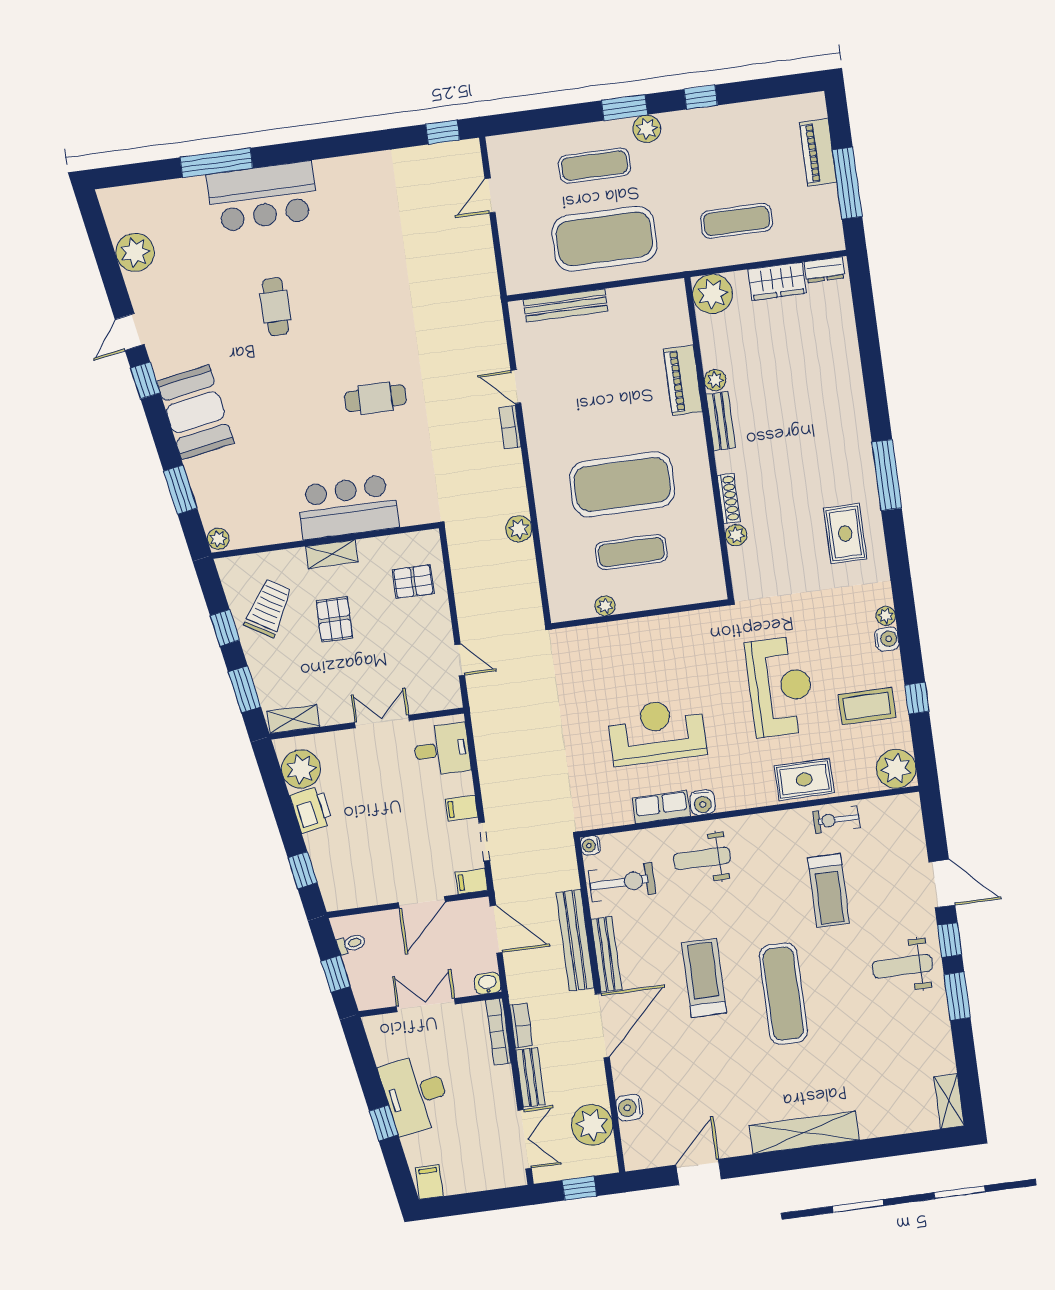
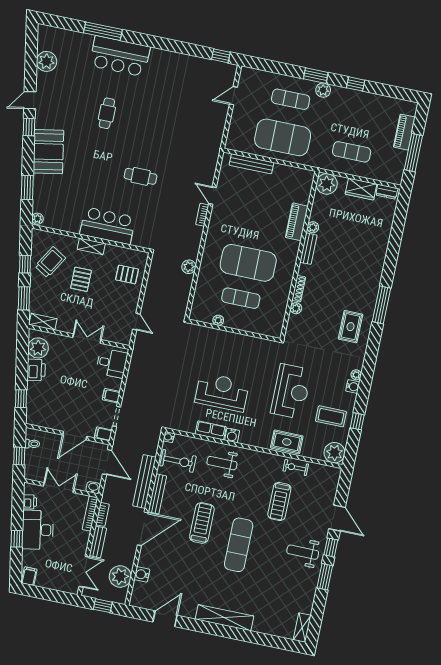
printer: (384, 1049) -> (30, 502), added

